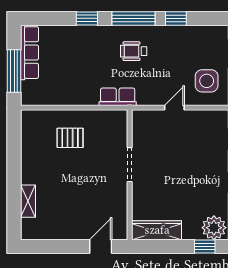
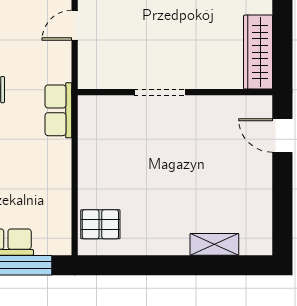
door: (174, 108) -> (75, 25), hinge flipped
pallet: (70, 138) -> (100, 224), moved, turned 90

